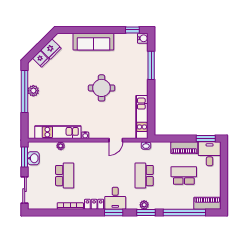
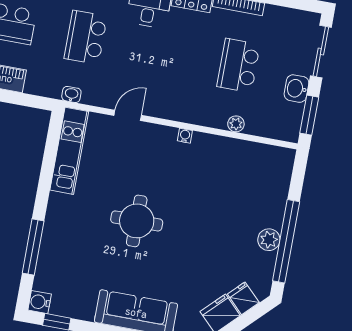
kitchen unit: (58, 132) -> (236, 151), removed
washbasin: (33, 158) -> (296, 89), moved
school desk: (144, 176) -> (86, 37), turned 180

